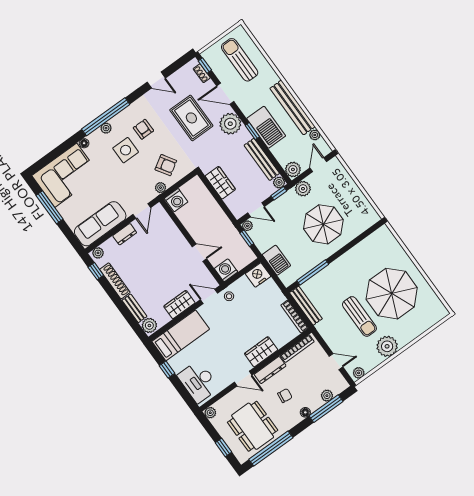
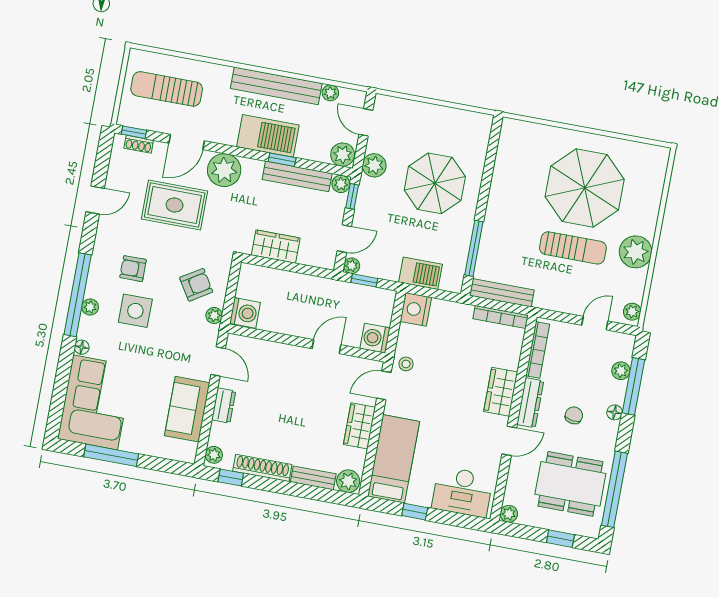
window: (252, 131) -> (282, 160), moved
sofa: (100, 224) -> (187, 409), width x0.73

